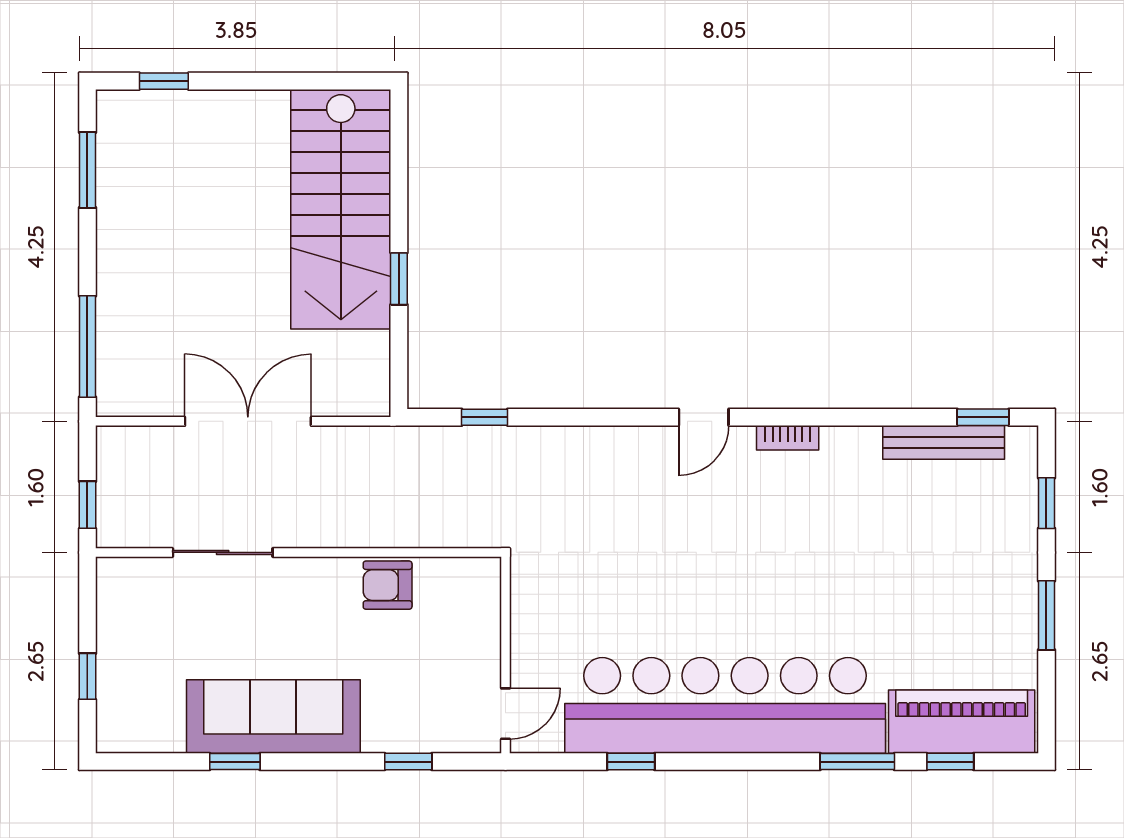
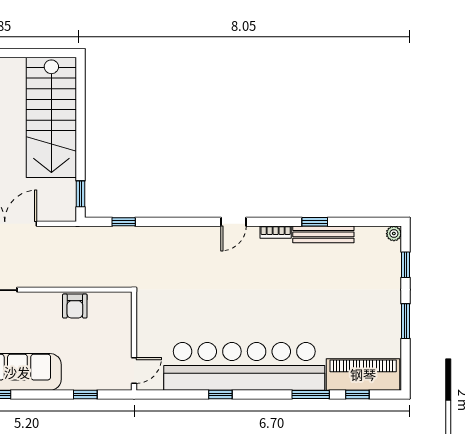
window: (399, 279) -> (81, 194), moved
window: (983, 417) -> (315, 222), moved
plant: (1023, 441) -> (394, 234), added
bench: (944, 442) -> (323, 234), moved
armchair: (388, 585) -> (75, 306), turned -90
window: (631, 762) -> (220, 395), moved

